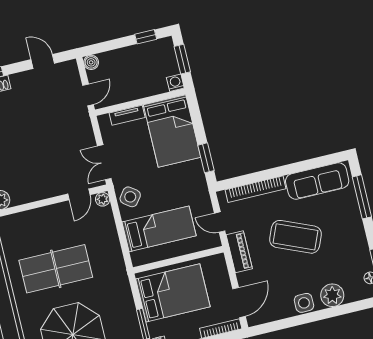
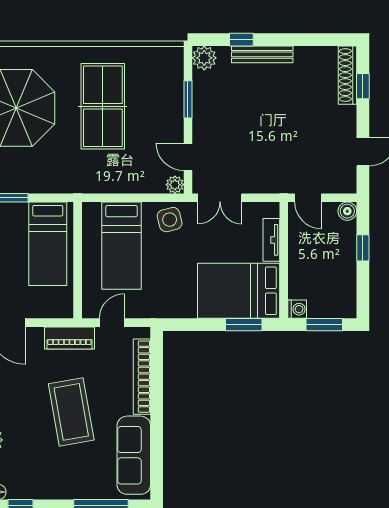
window: (146, 37) -> (363, 248), moved
window: (206, 158) -> (244, 325), moved
double door: (104, 162) -> (220, 198), swing flipped
side table: (130, 197) -> (170, 220), turned 38
window: (35, 205) -> (188, 99), added
coffee table: (296, 237) -> (71, 412), turned -33
bed: (173, 293) -> (48, 244), width x0.67

